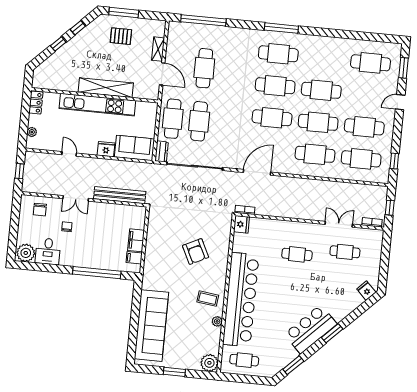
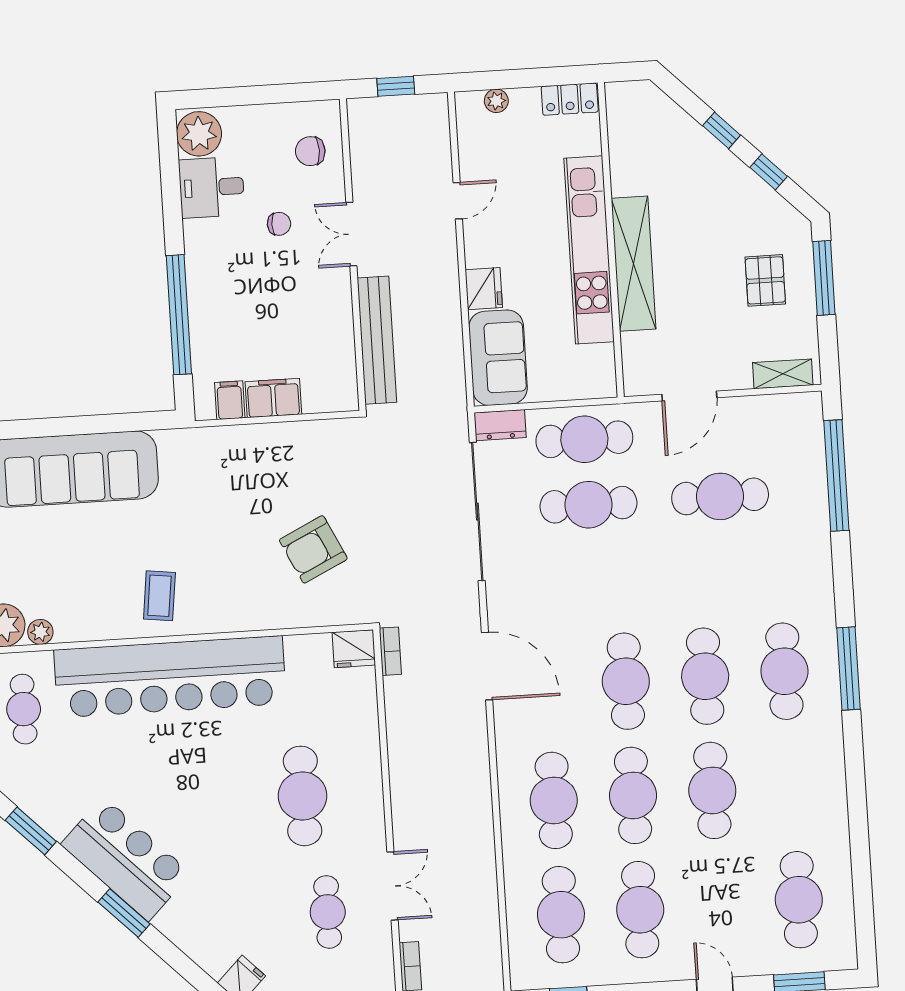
shelving: (158, 49) -> (783, 374), moved
armchair: (196, 251) -> (313, 549), moved
cafe table: (297, 254) -> (303, 796), width x1.37, depth x1.35
plant: (217, 321) -> (40, 632), moved

